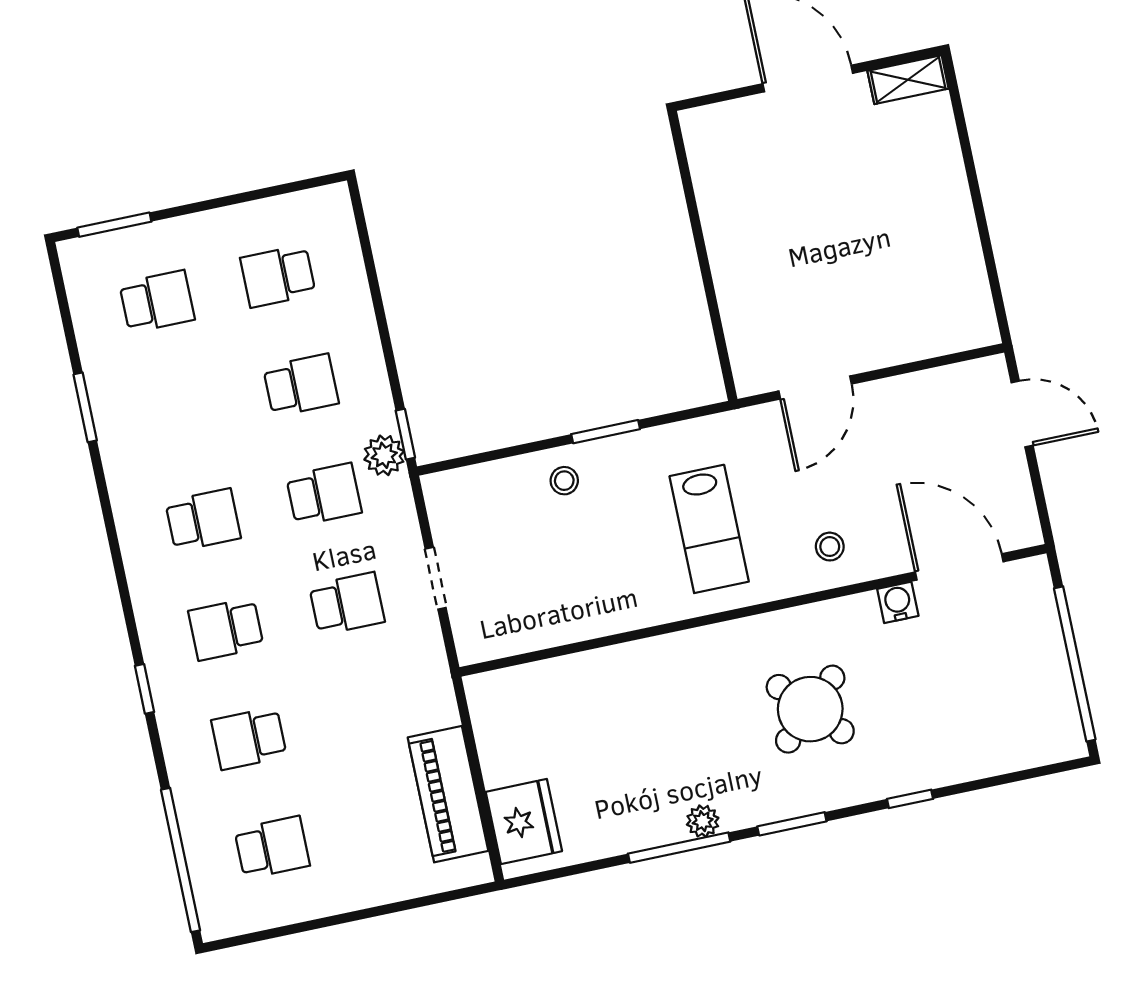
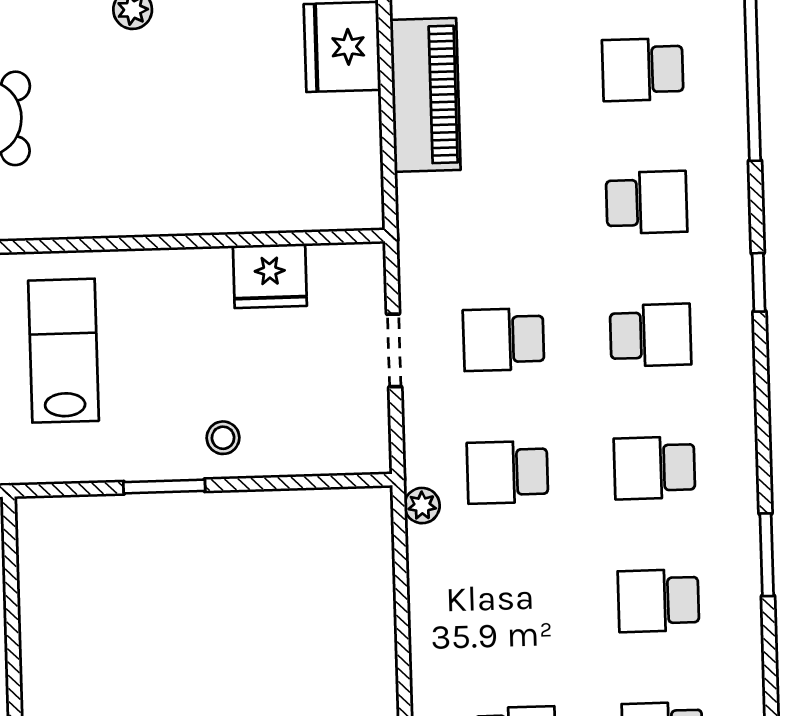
school desk: (301, 385) -> (658, 601), moved
window: (85, 407) -> (767, 555), moved
window: (405, 434) -> (399, 526), removed
plant: (384, 455) -> (422, 506), width x0.73, depth x0.73
fridge: (550, 622) -> (270, 276), added

